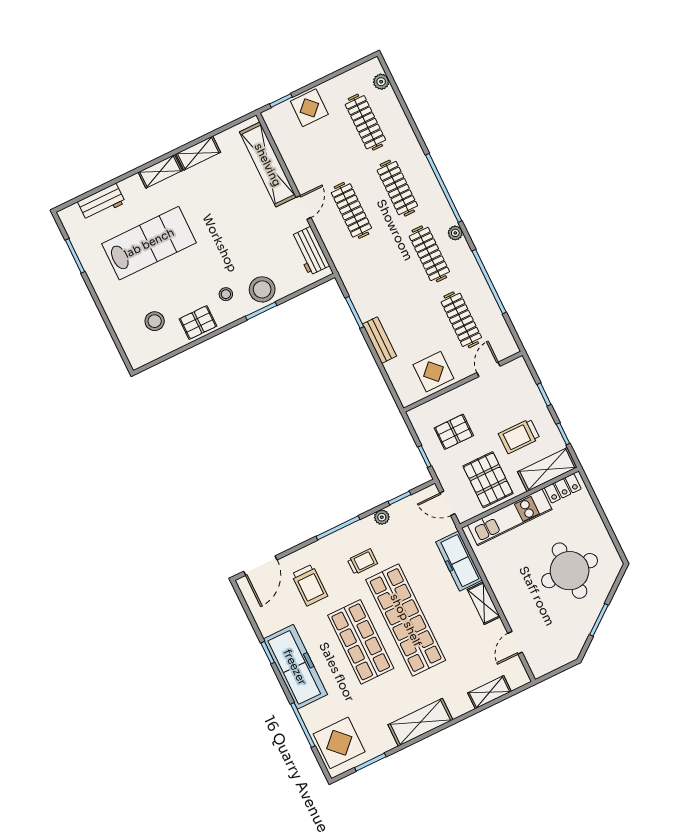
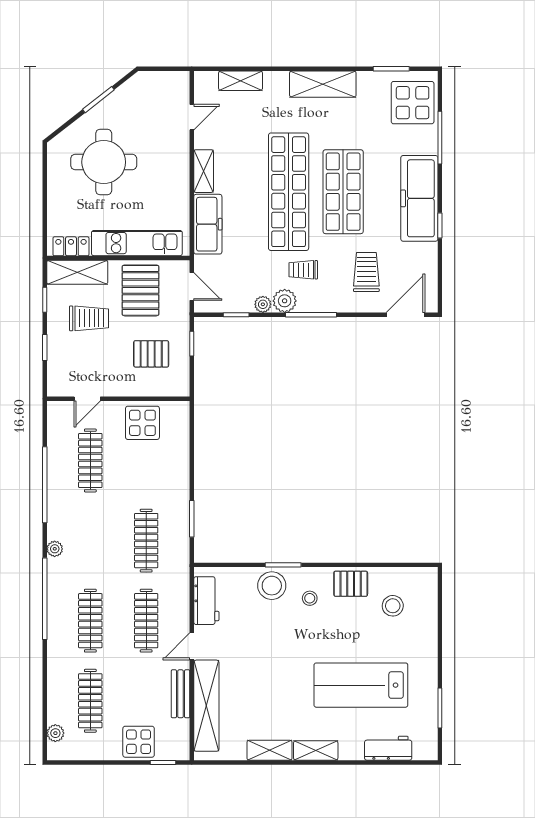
clothes rail: (429, 254) -> (146, 541), moved
bench: (379, 340) -> (180, 694), moved
plant: (365, 529) -> (285, 301), added

